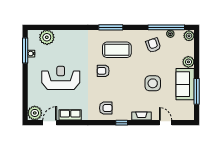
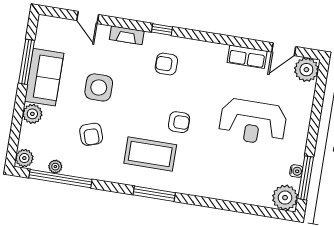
plant: (47, 37) -> (285, 198), moved
armchair: (153, 45) -> (91, 134), moved
armchair: (106, 108) -> (166, 64), moved

